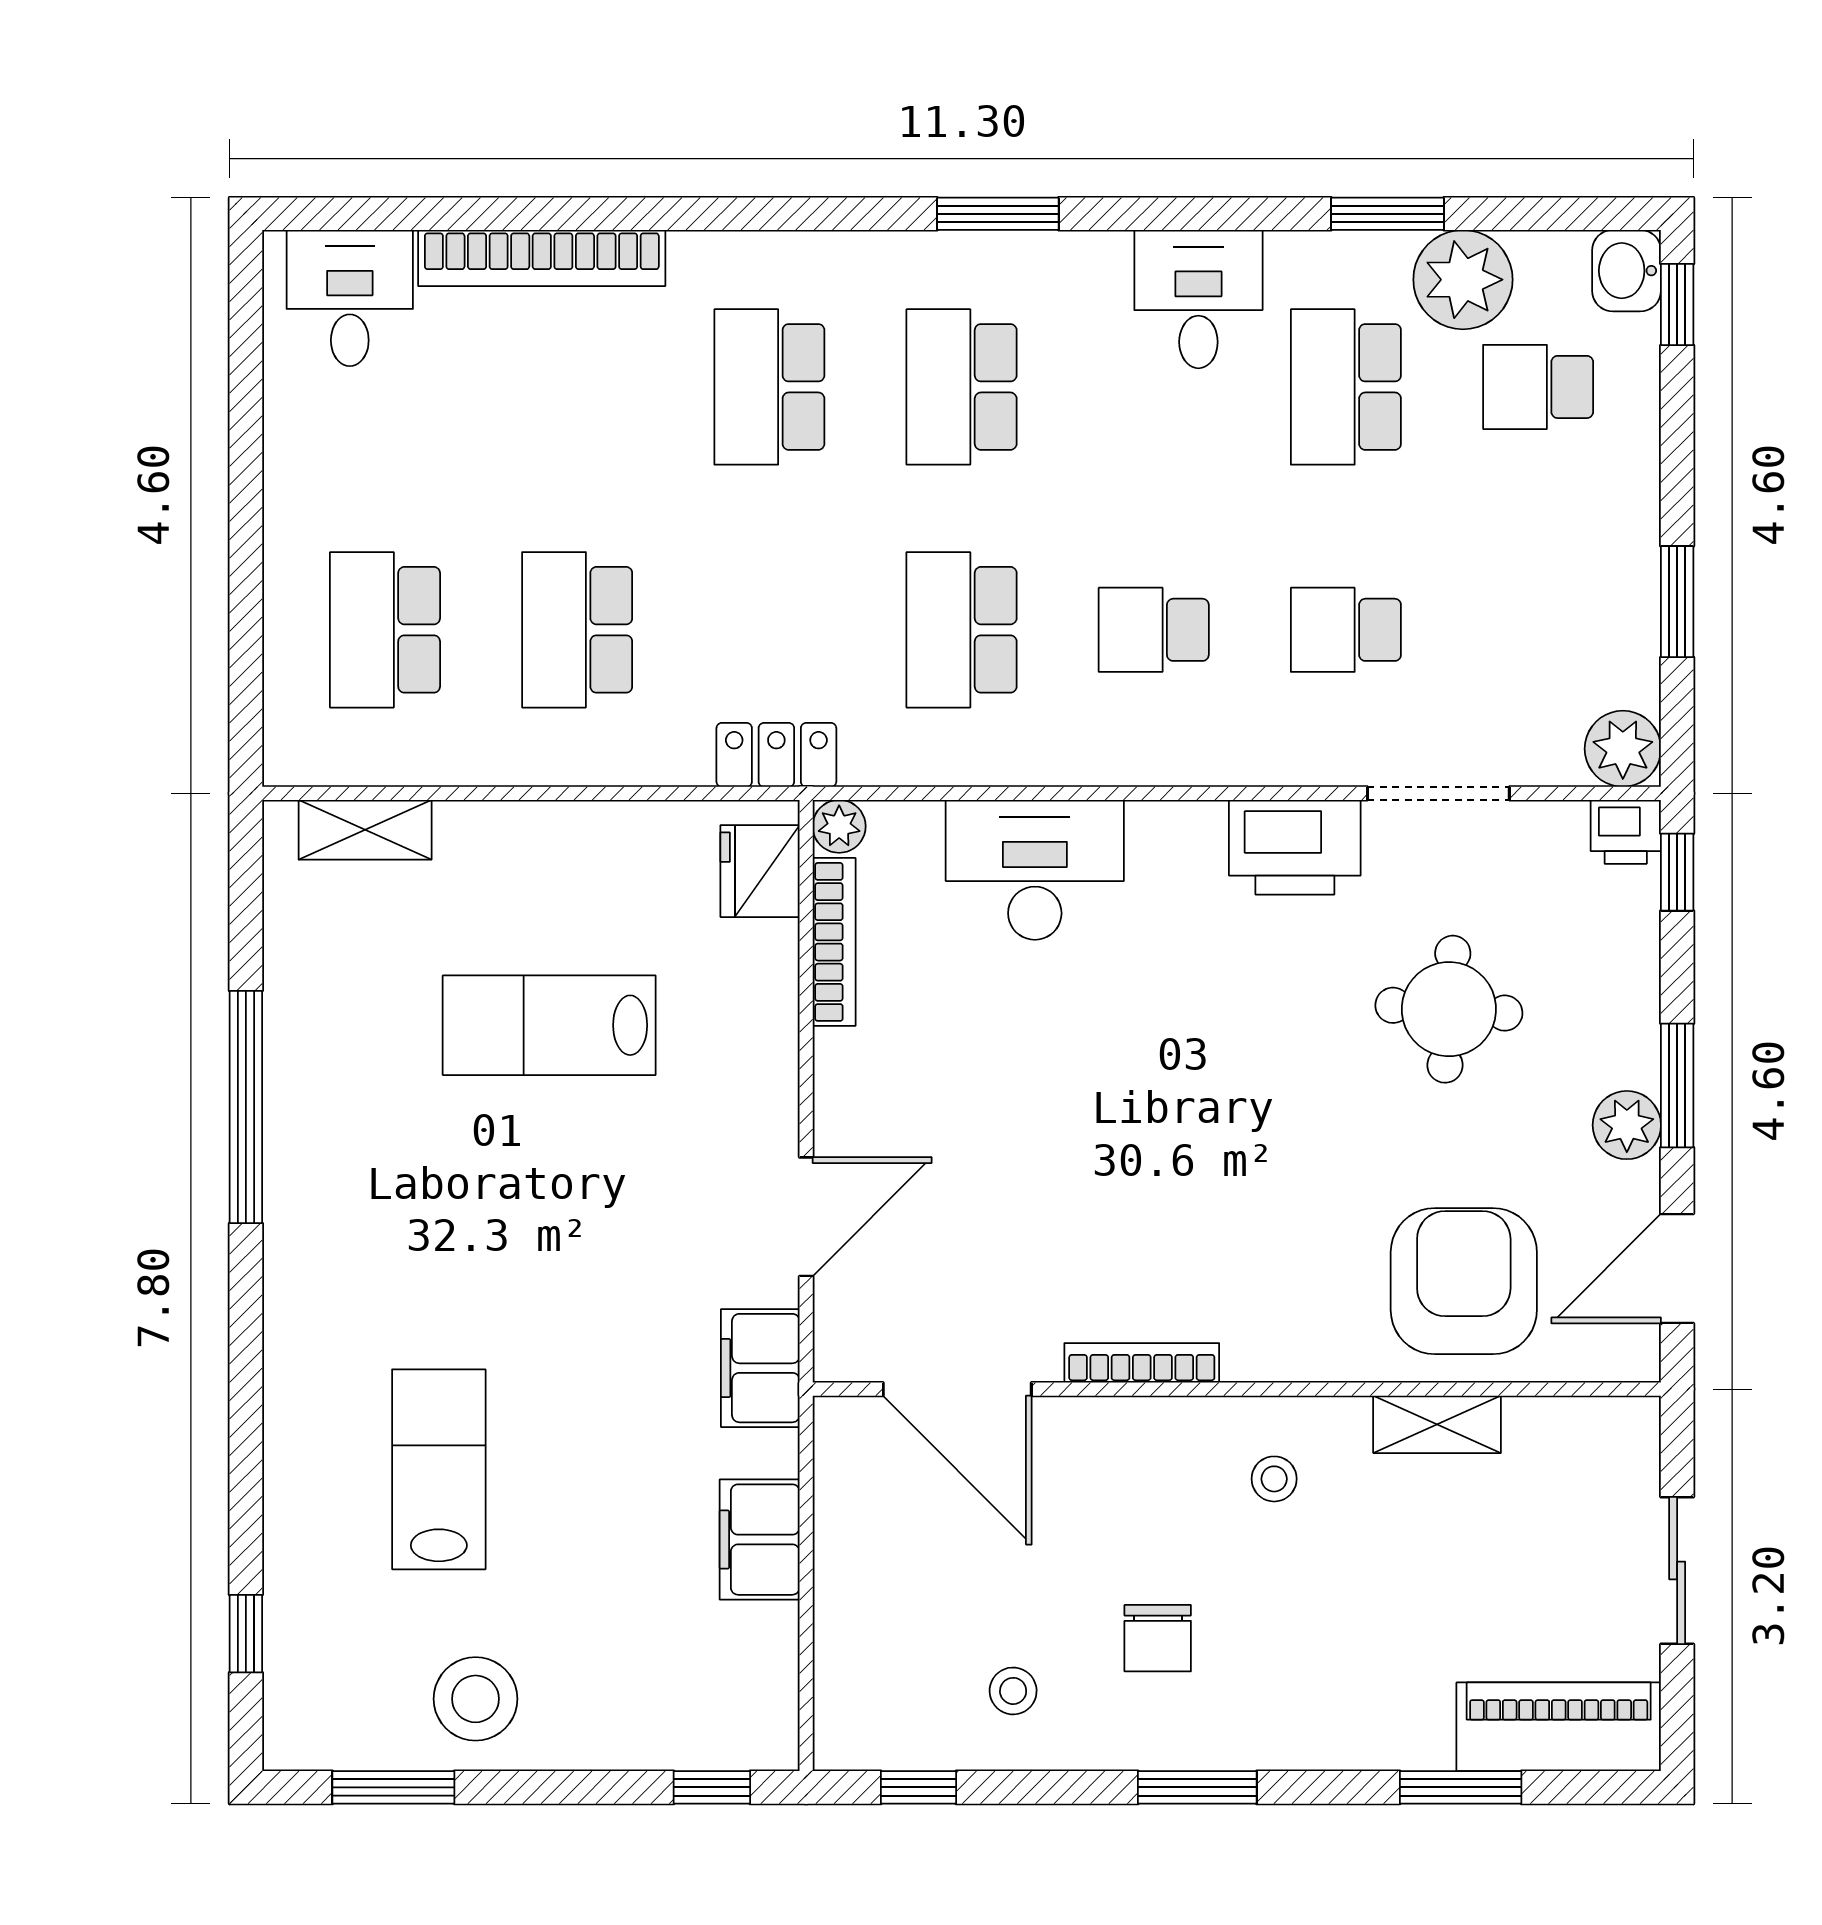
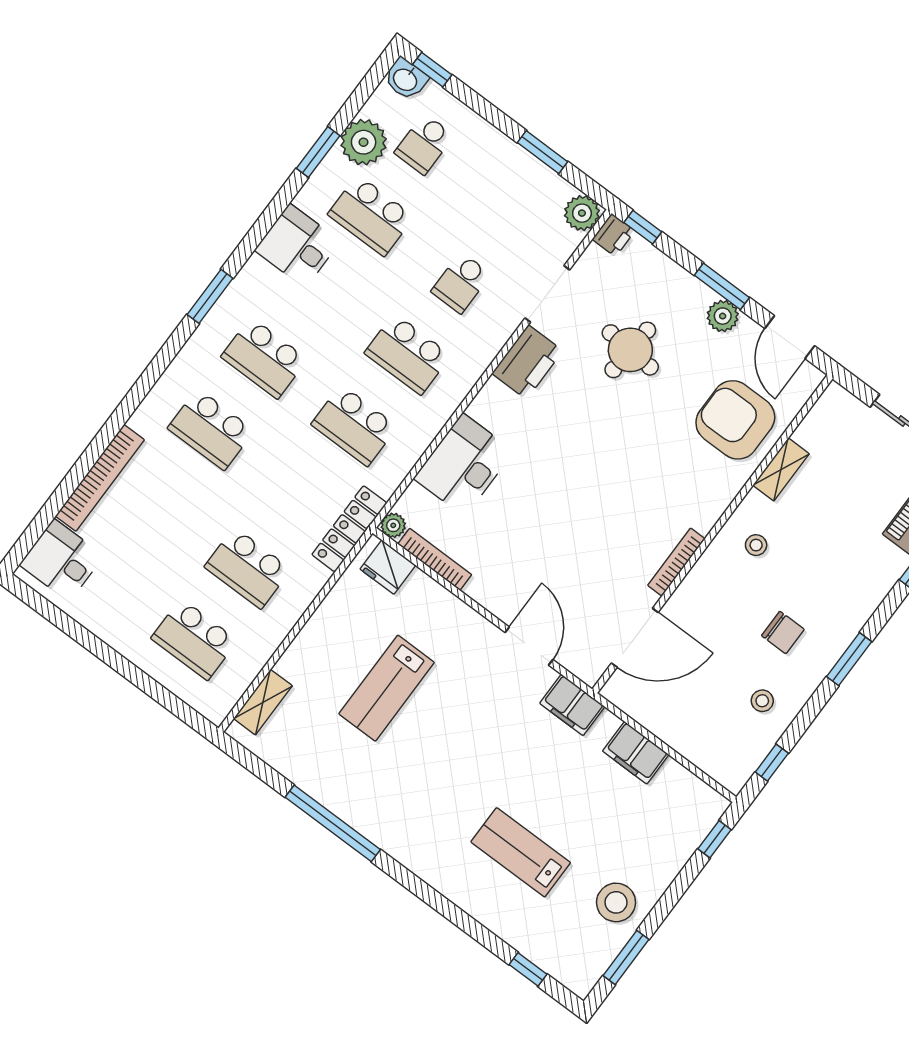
school desk: (1154, 630) -> (408, 354), width x1.85
locker: (776, 755) -> (349, 529), width x1.53

